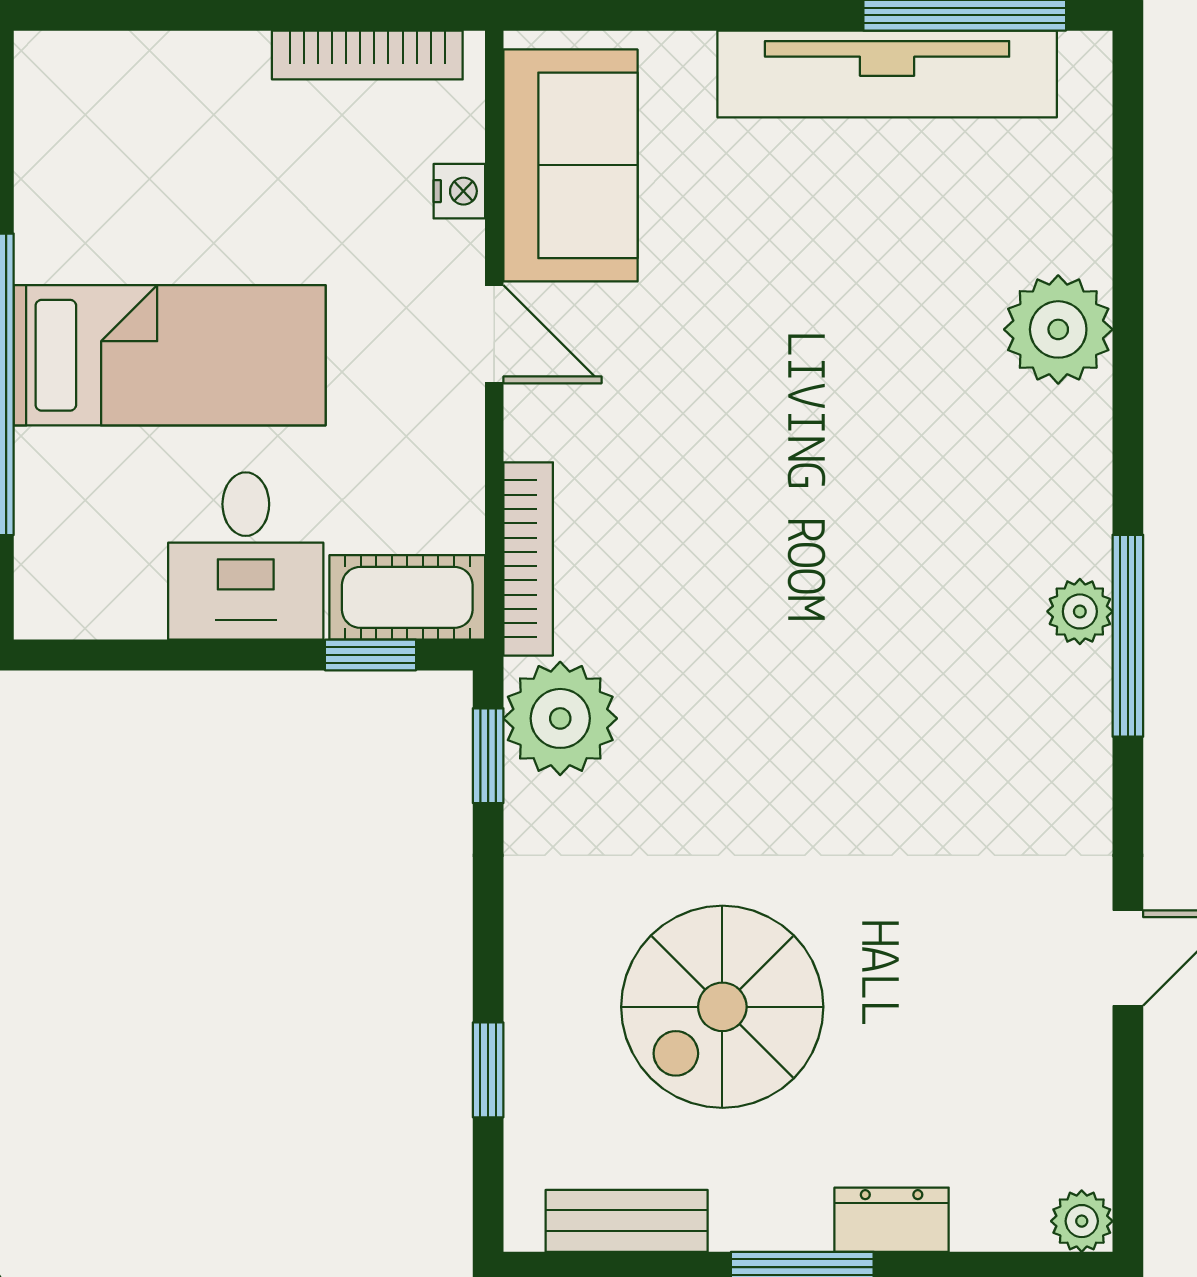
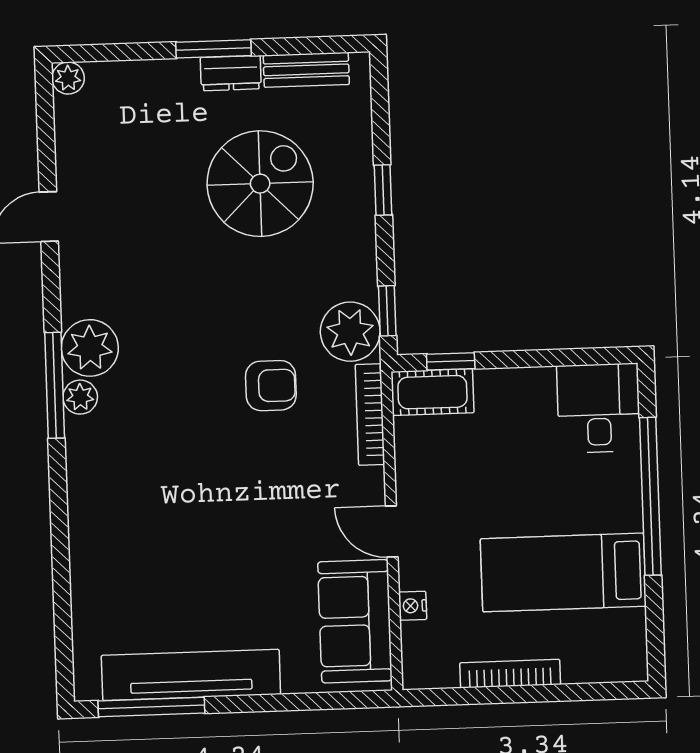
bookcase: (367, 55) -> (510, 674), moved
plant: (1058, 329) -> (90, 348), moved
bed: (170, 355) -> (563, 572), moved
desk: (246, 556) -> (599, 408), moved
armchair: (715, 621) -> (271, 386), added
window: (488, 1070) -> (383, 190), moved
dresser: (892, 1220) -> (231, 73), moved

